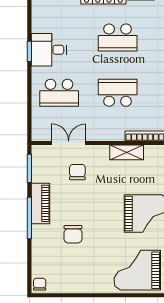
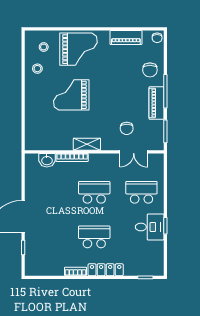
school desk: (118, 93) -> (94, 192), turned 180
chair: (73, 234) -> (150, 70), moved, turned 180
piano: (78, 285) -> (126, 38), added

